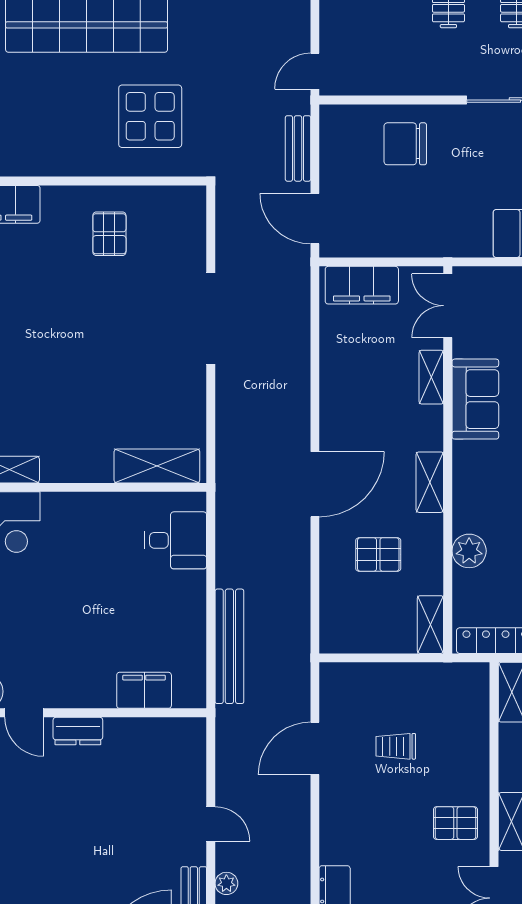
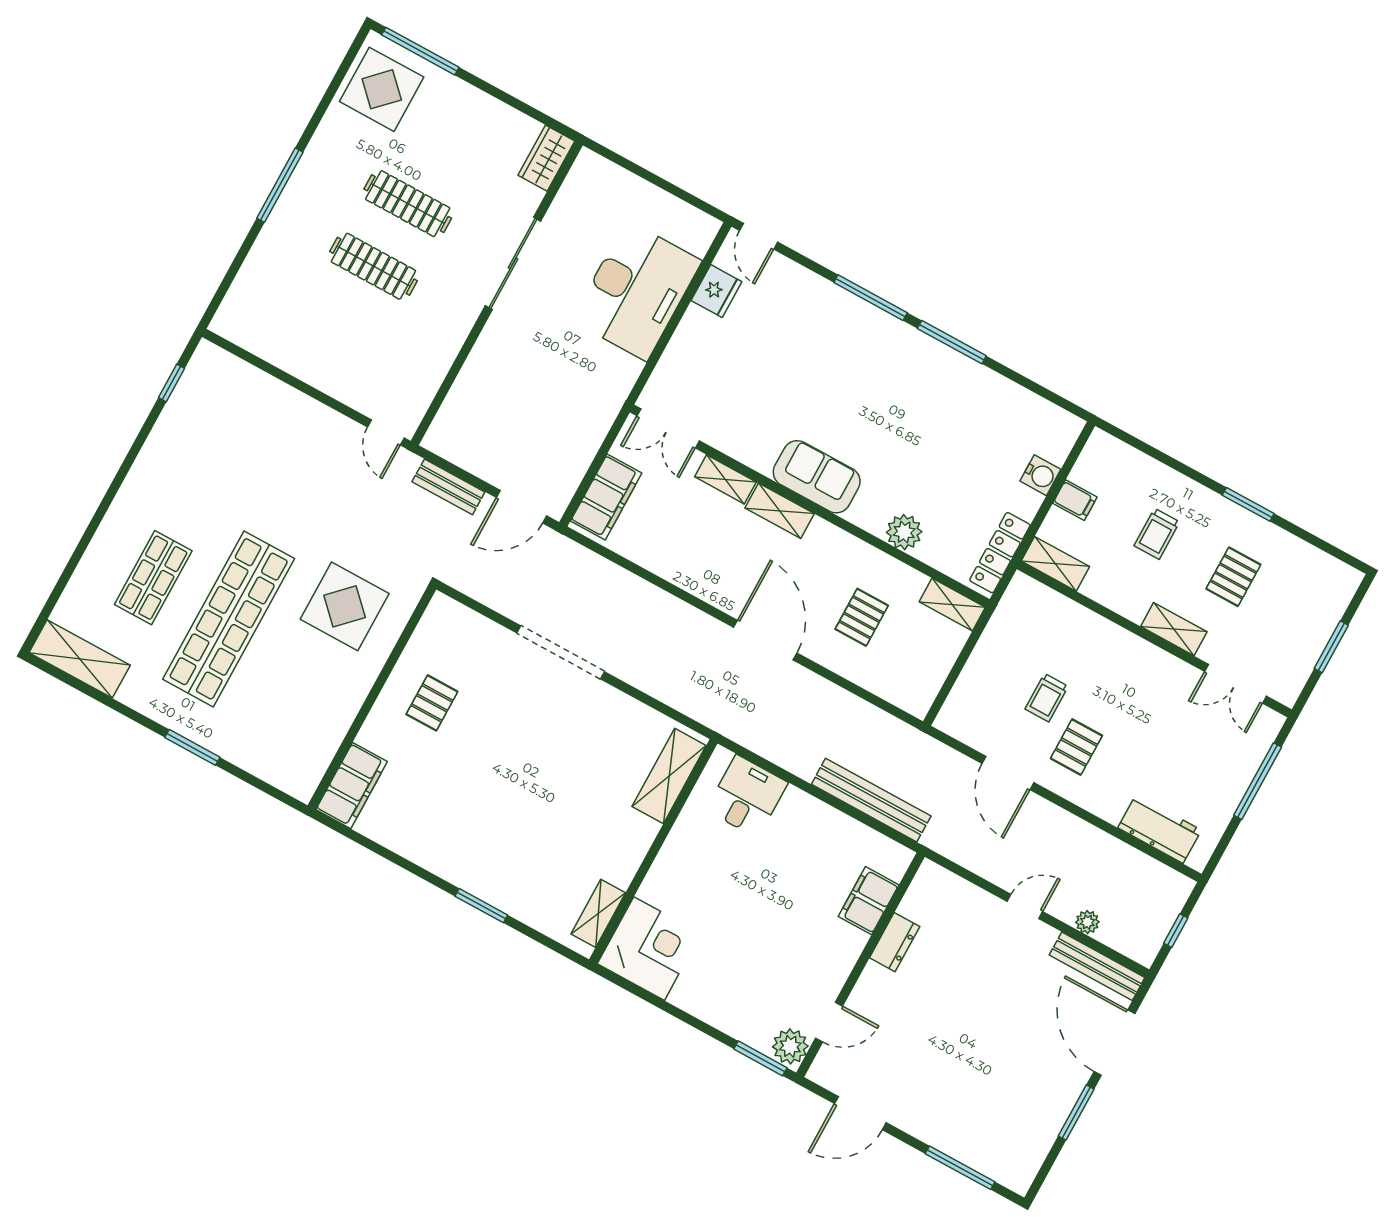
chair: (405, 144) -> (498, 386), removed
pallet: (109, 234) -> (432, 703), turned 90
sofa: (475, 399) -> (817, 477), moved
shelving: (430, 482) -> (780, 511), moved
dresser: (78, 731) -> (895, 942), moved
pallet: (455, 823) -> (1076, 747), moved

